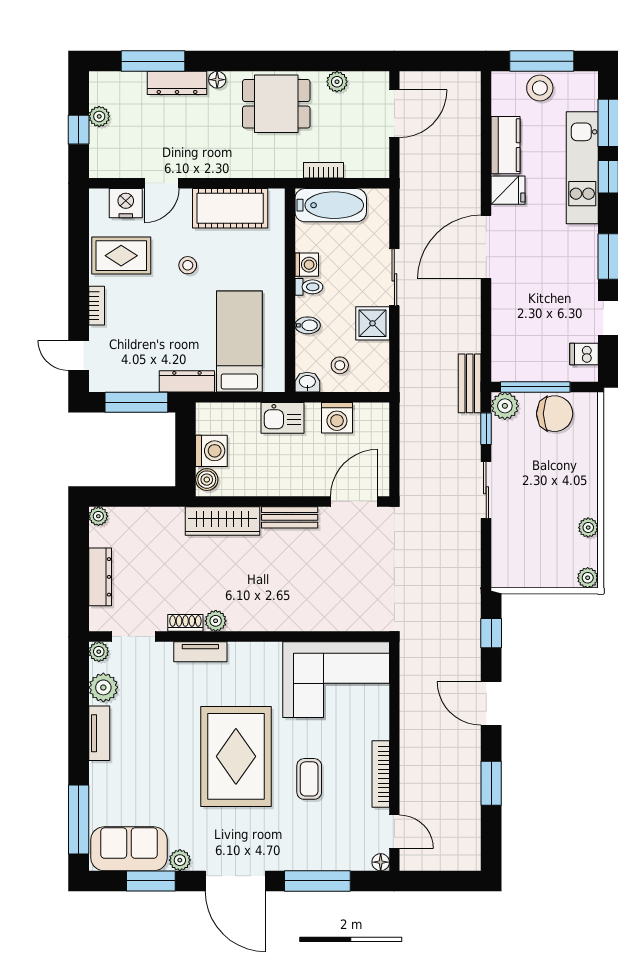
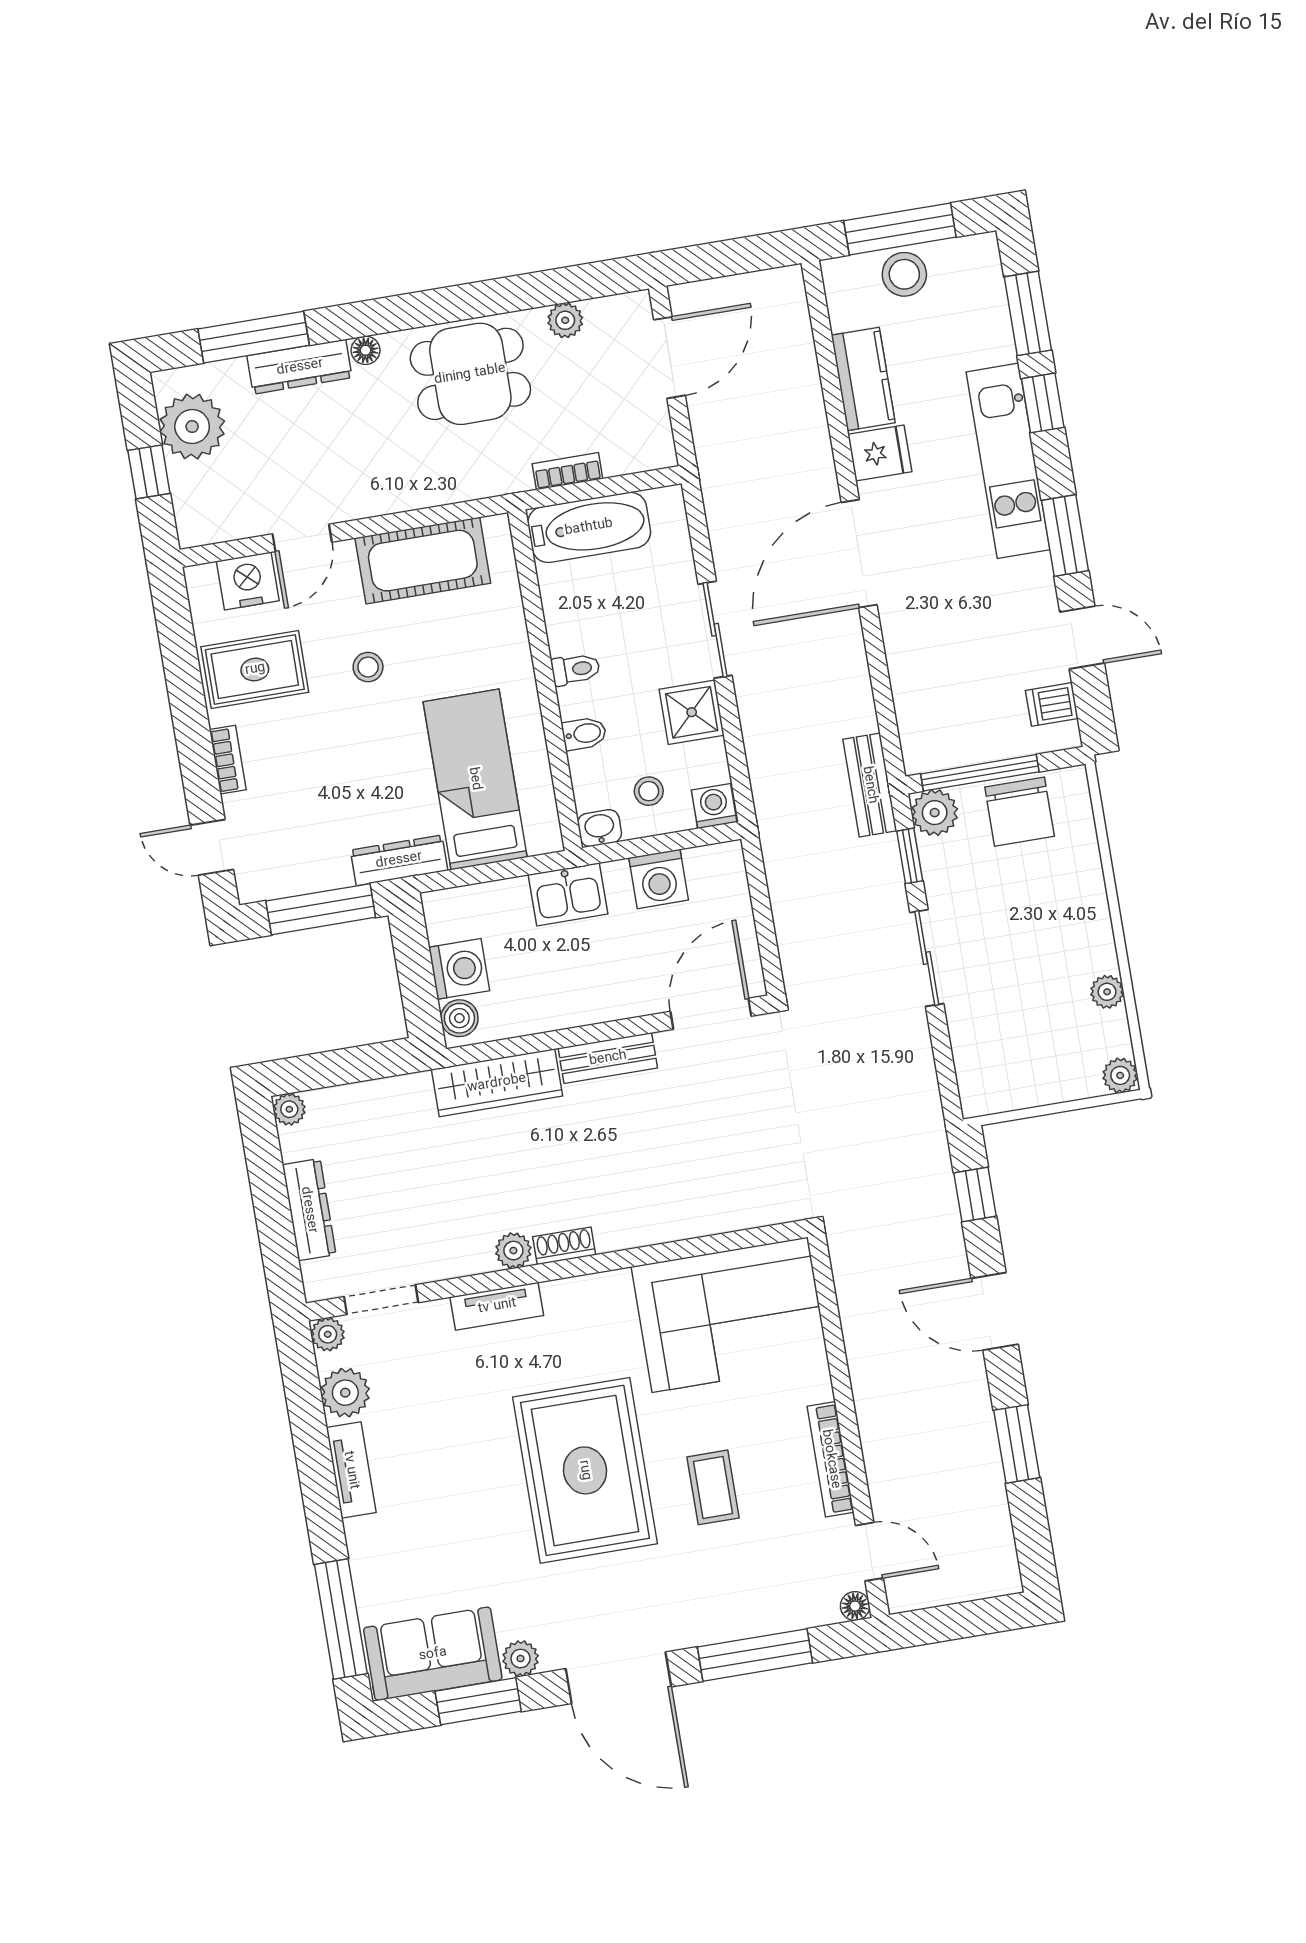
plant: (99, 116) -> (192, 427), width x1.87, depth x1.87
kitchen unit: (582, 168) -> (1008, 461), moved
washing machine: (307, 265) -> (714, 806), moved, turned -90
chair: (555, 414) -> (1020, 812), turned 90
shoe rack: (185, 623) -> (564, 1246), moved

